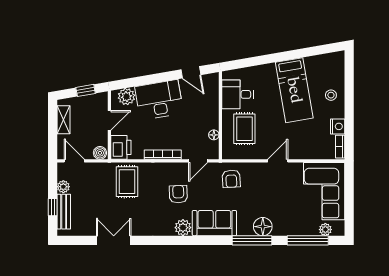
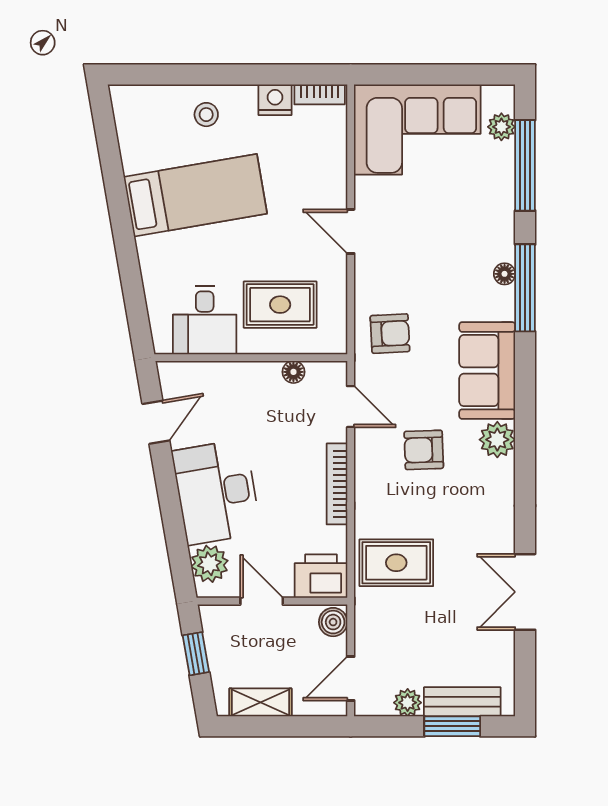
window: (53, 207) -> (452, 726), width x1.50
floor lamp: (263, 227) -> (505, 274), width x0.53, depth x0.53

